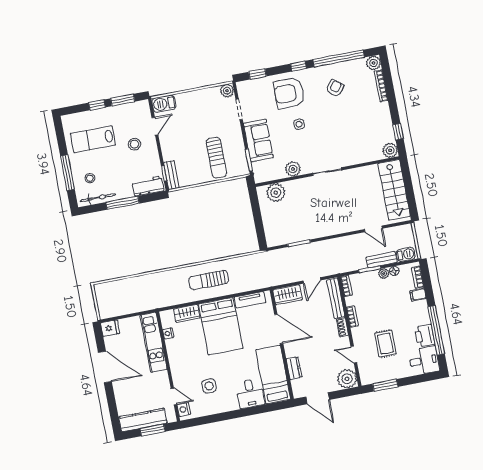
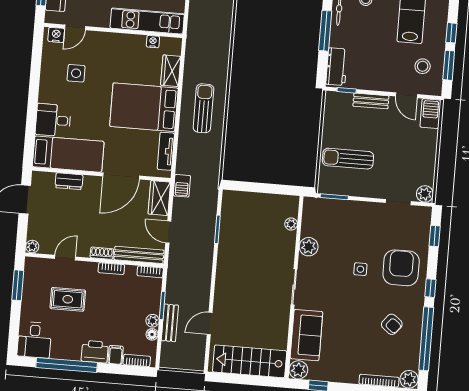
sofa: (258, 140) -> (306, 335), moved, turned -90
stool: (134, 144) -> (423, 66), moved
bench: (171, 175) -> (371, 101), moved
plant: (276, 193) -> (291, 224), width x0.53, depth x0.53
barbecue: (406, 254) -> (182, 186), moved
printer: (425, 336) -> (95, 352), moved
plant: (347, 379) -> (32, 247), width x0.53, depth x0.53

